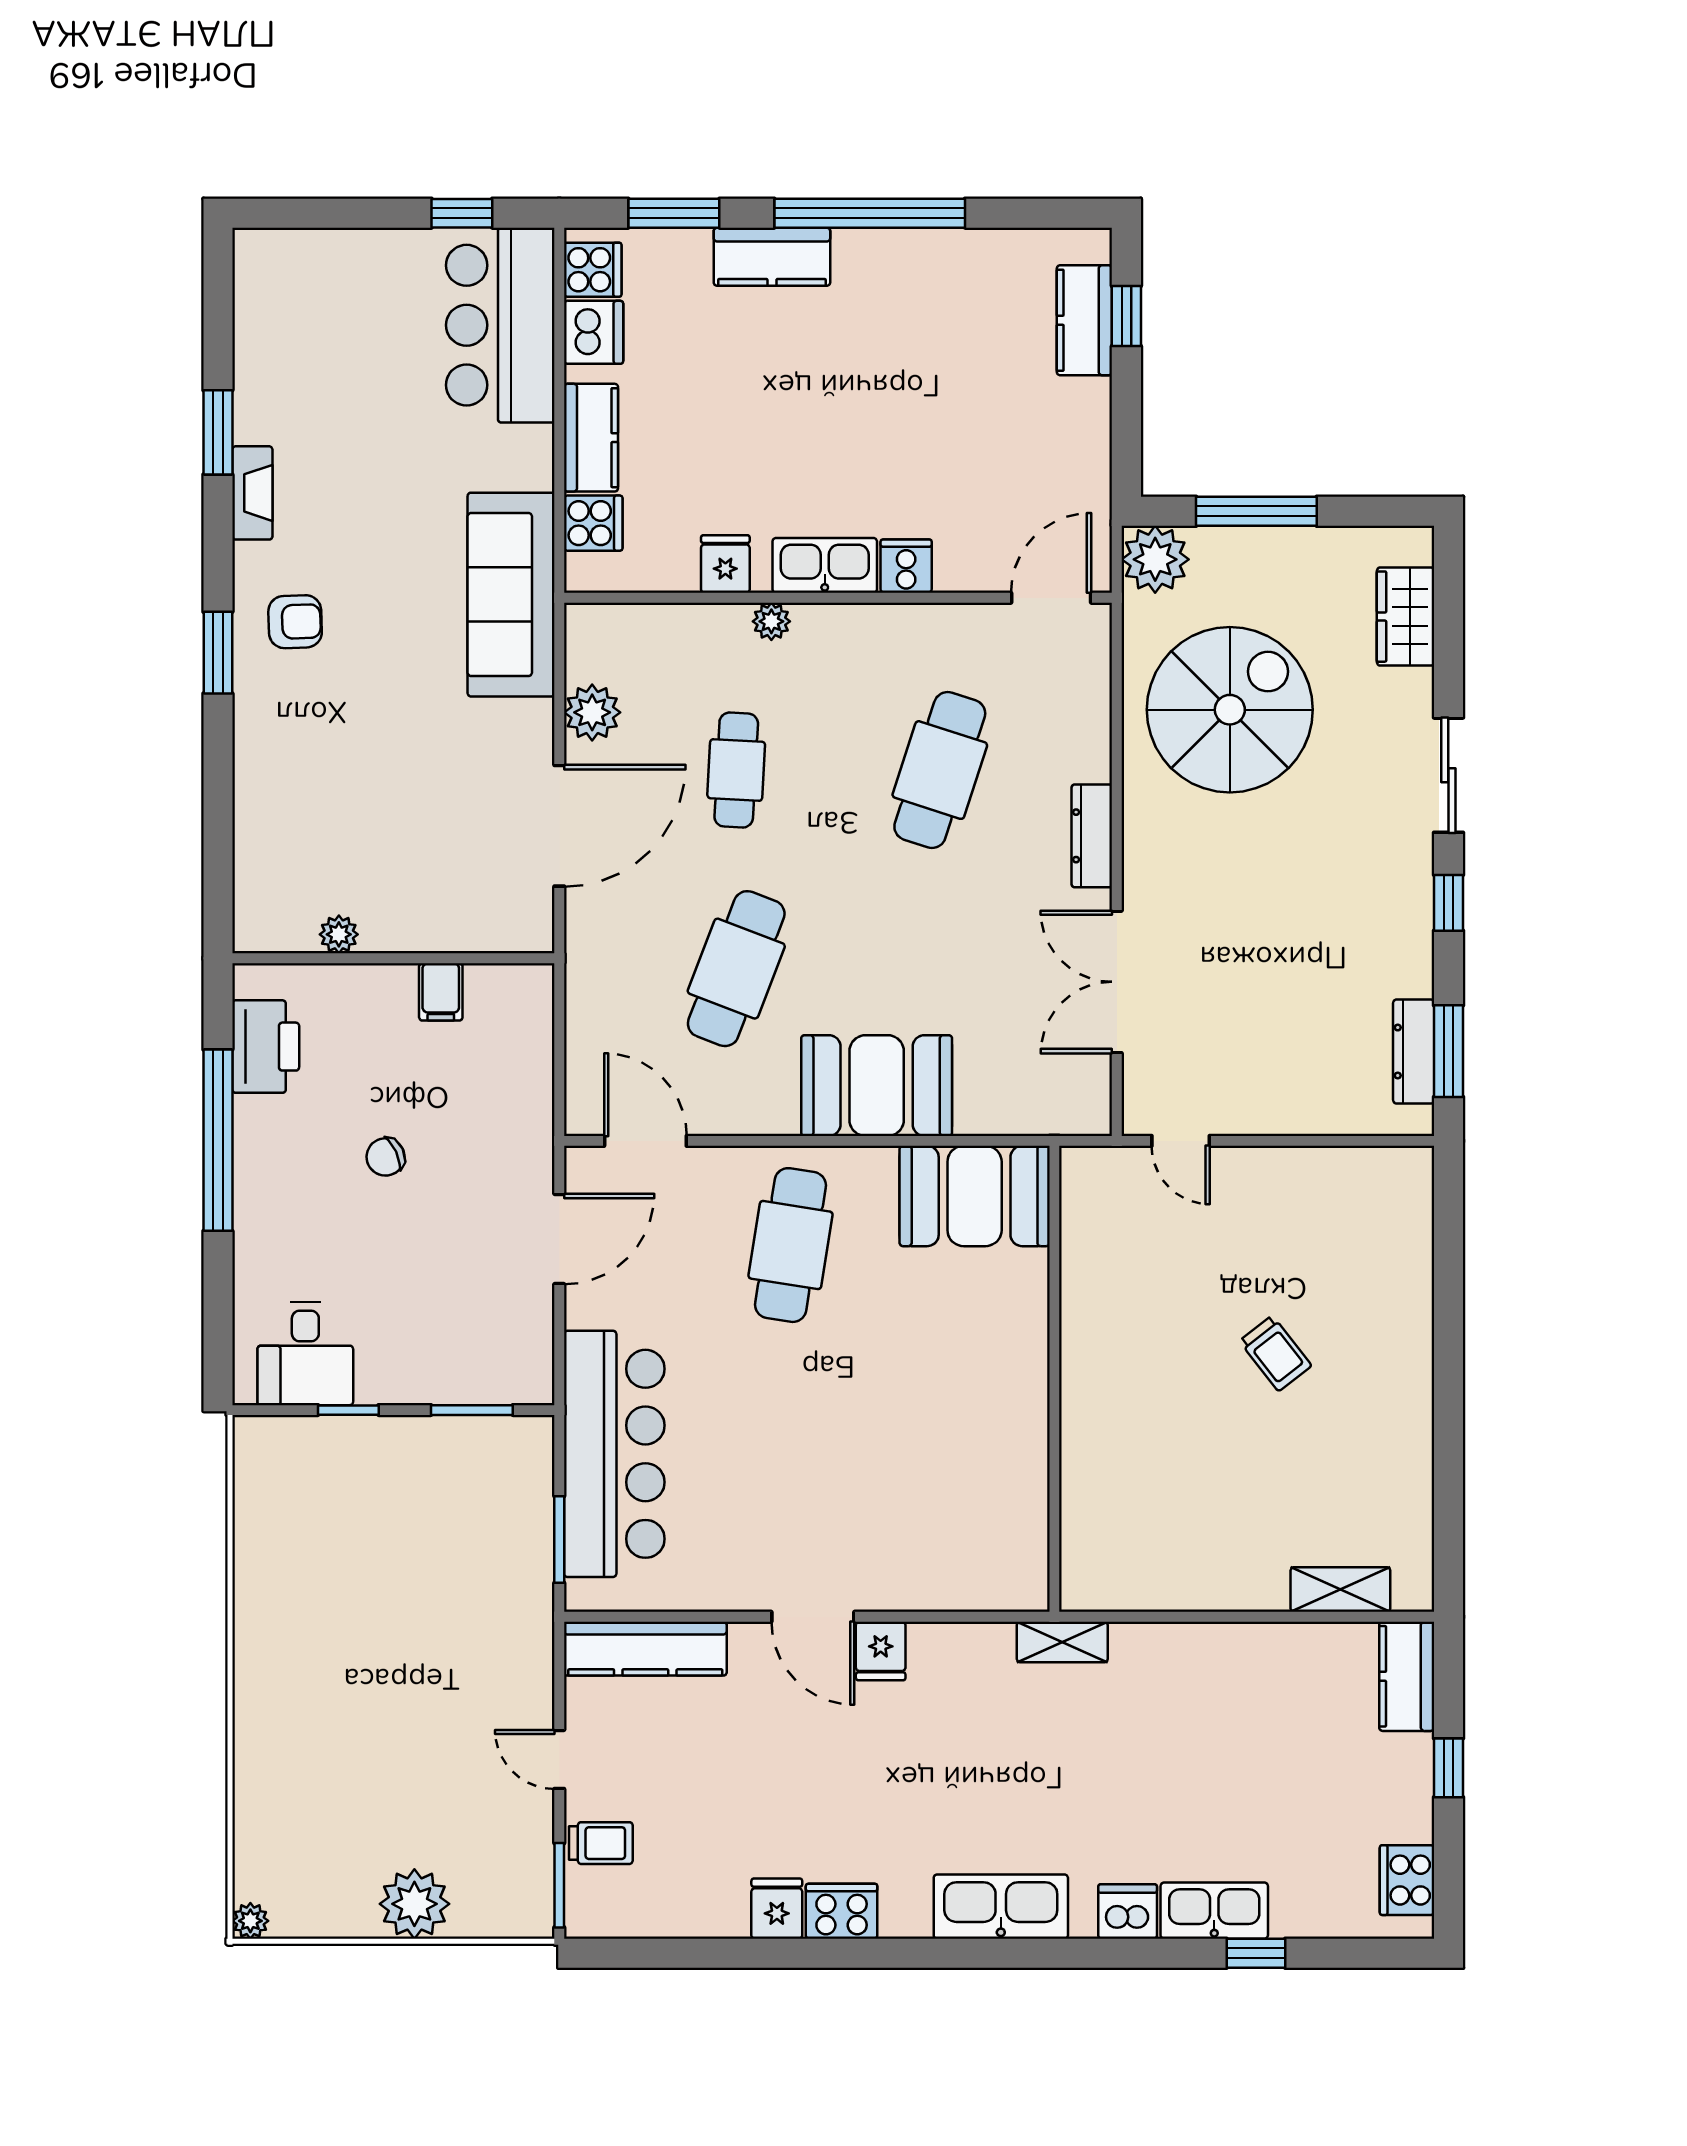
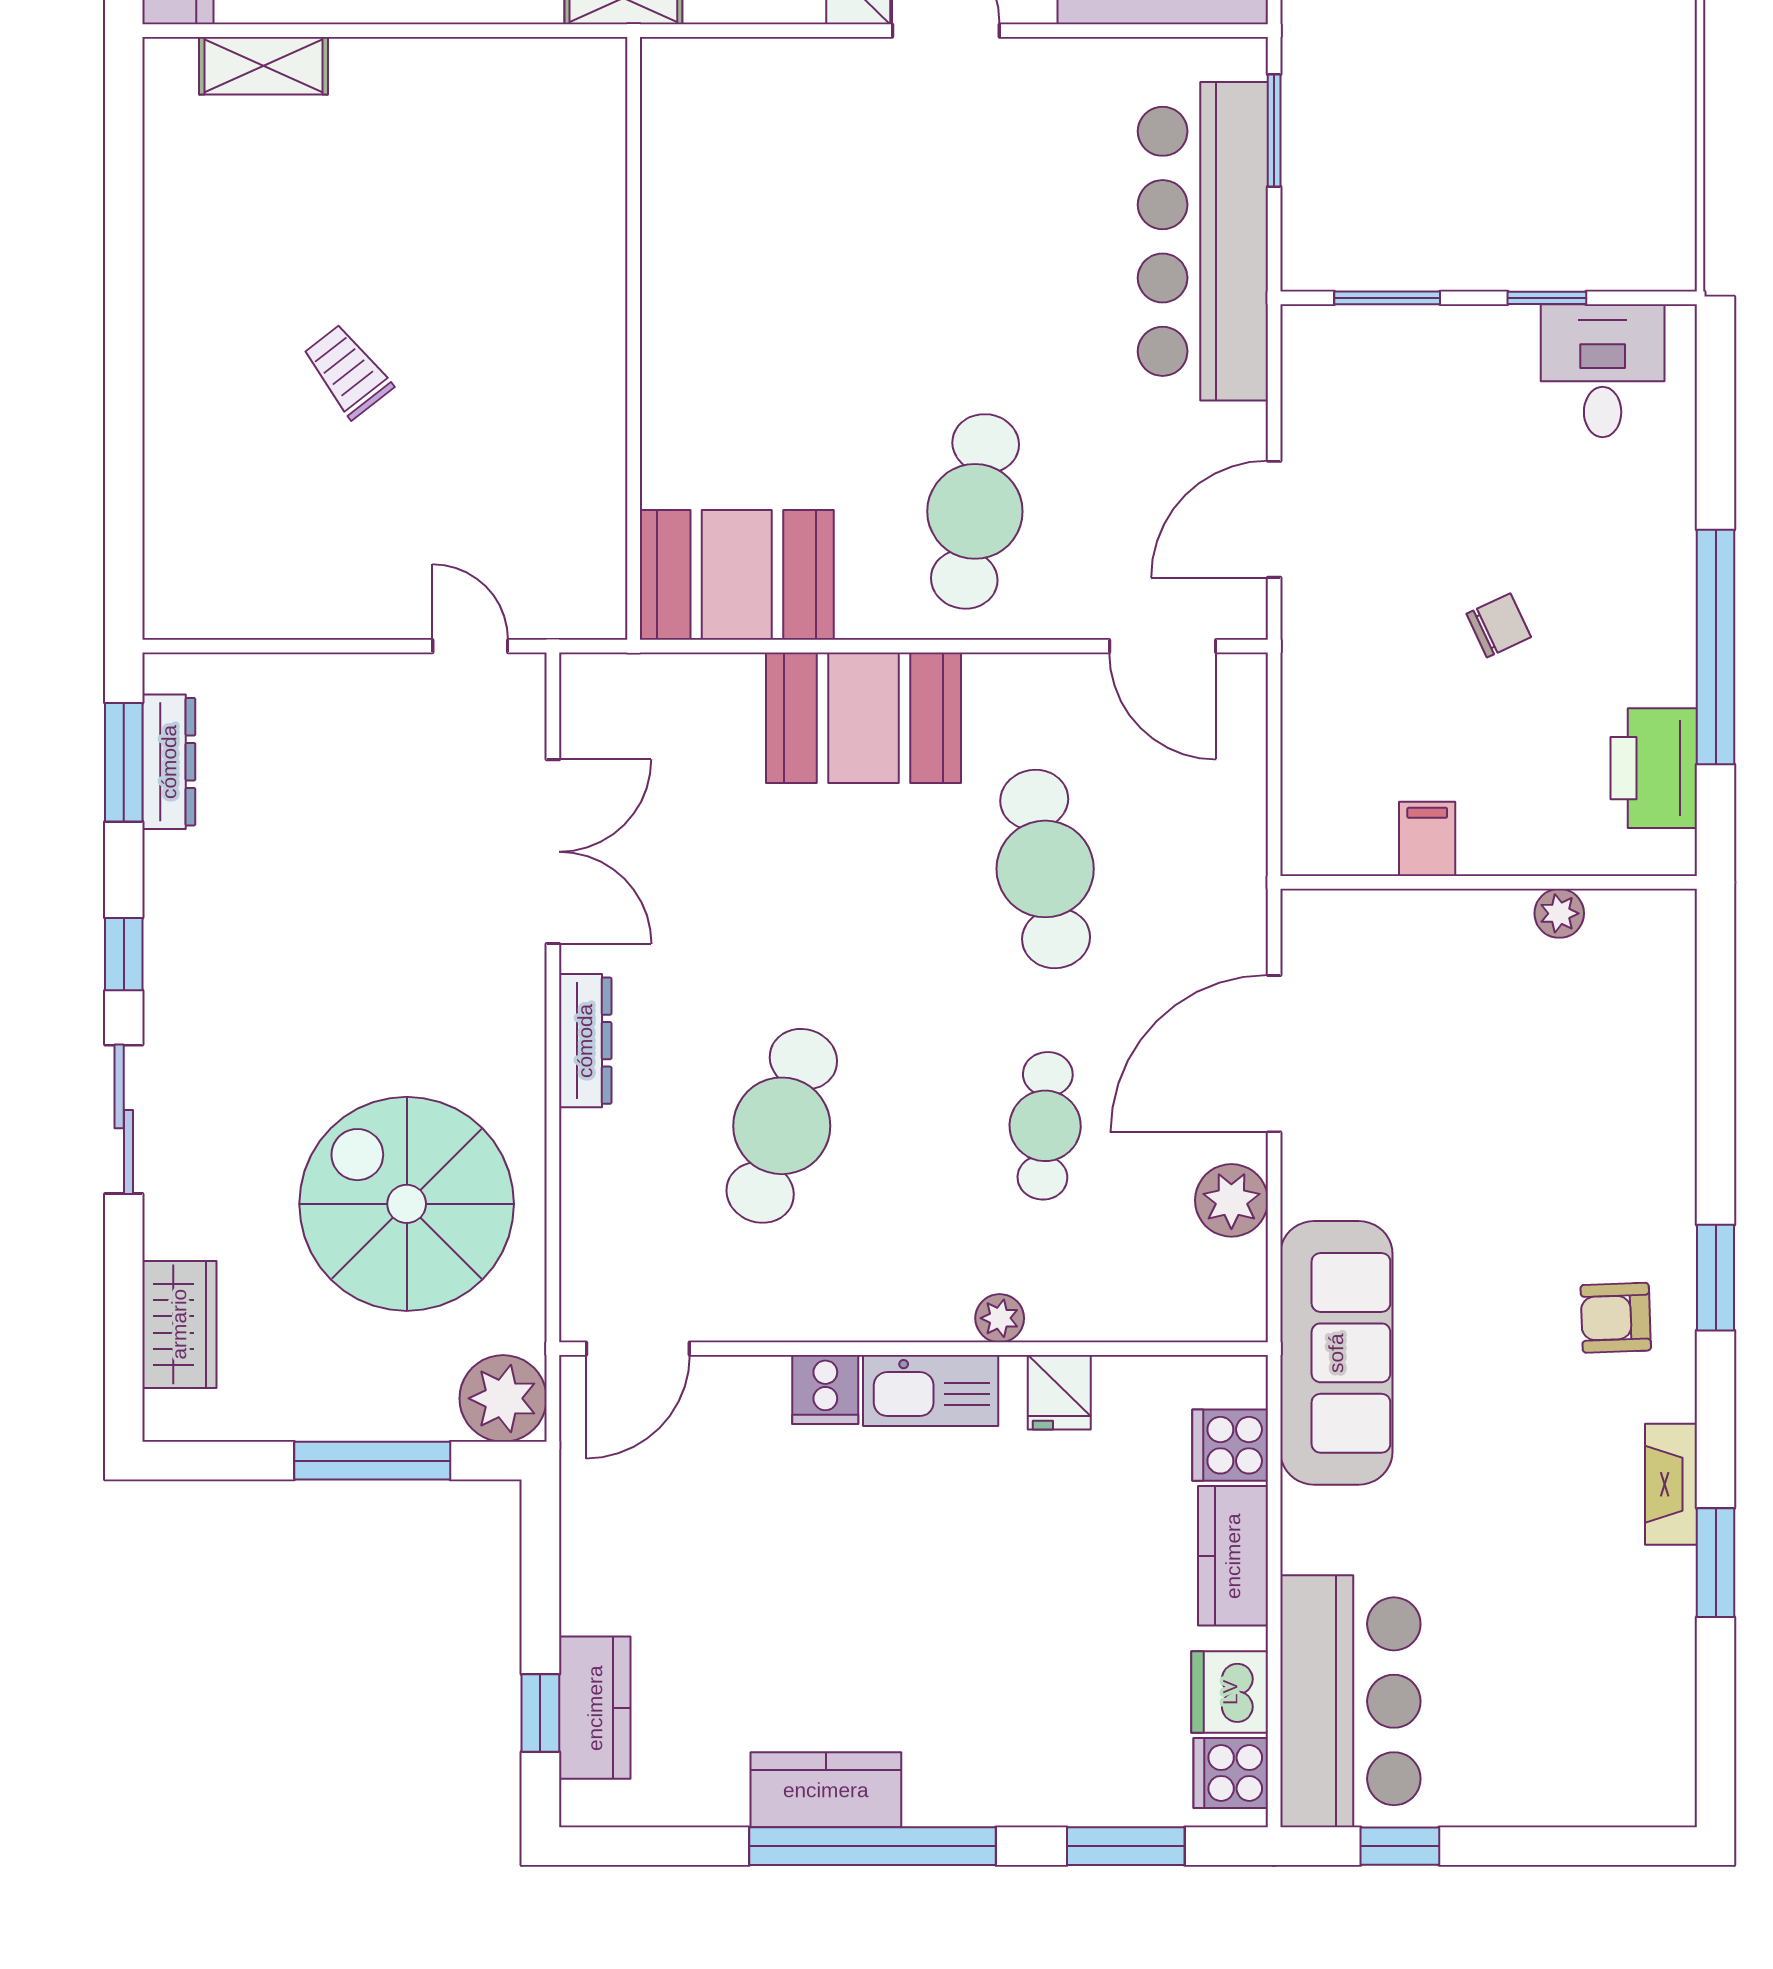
kitchen counter: (772, 257) -> (826, 1790), moved
spiral stairs: (1230, 710) -> (407, 1204), turned 90
cafe table: (736, 969) -> (1045, 869), turned -30

